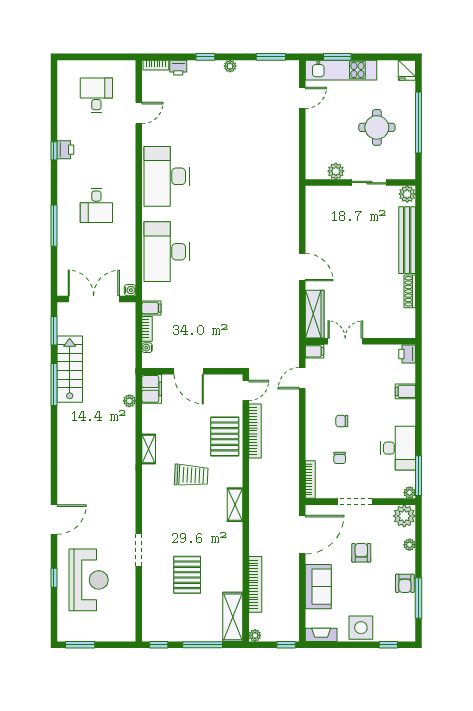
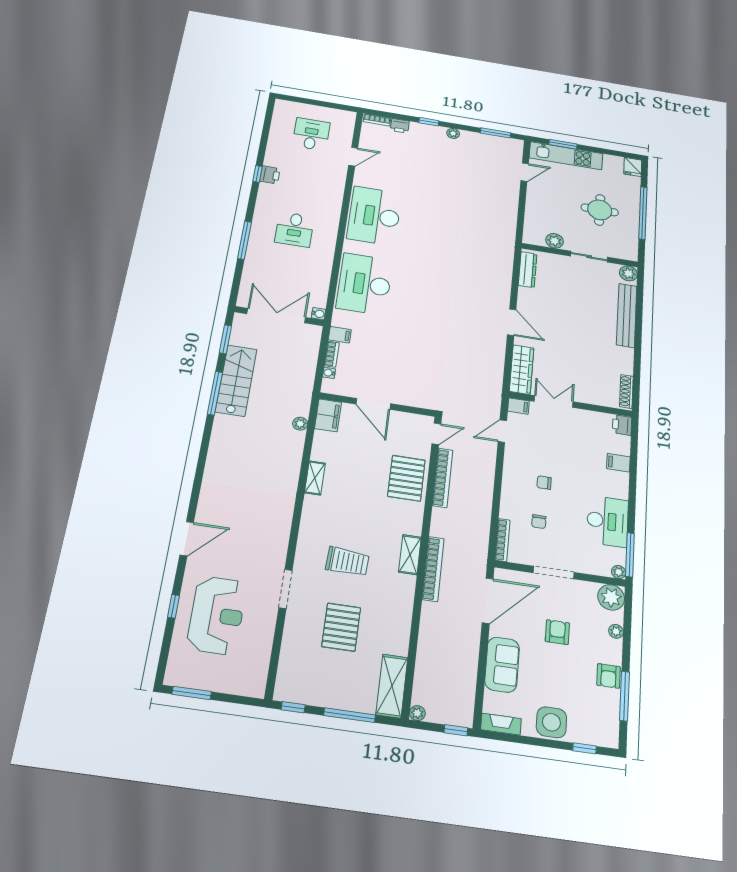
dresser: (313, 208) -> (528, 270), added
shoe rack: (410, 291) -> (626, 391), moved
trolley: (191, 475) -> (347, 562), moved
bookcase: (255, 584) -> (433, 569), moved

